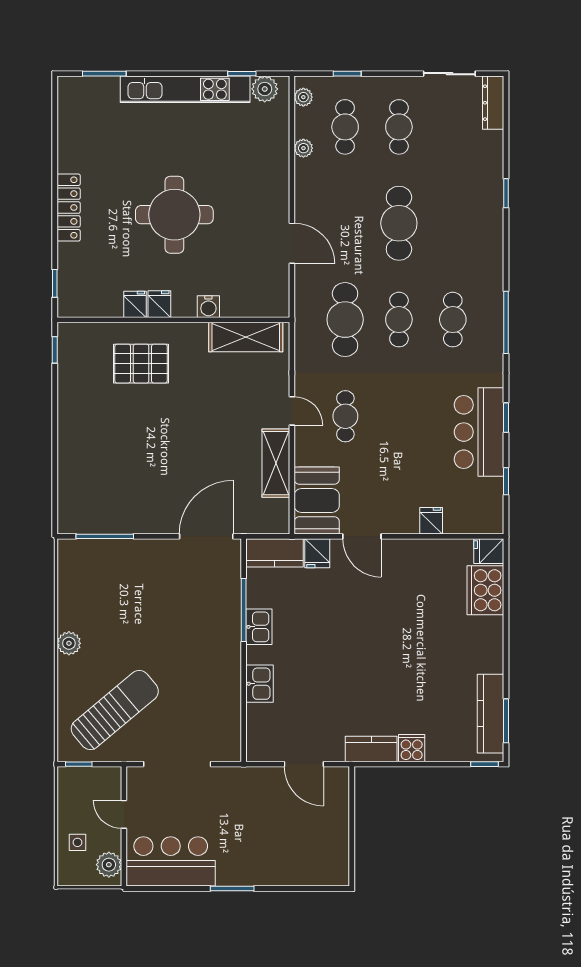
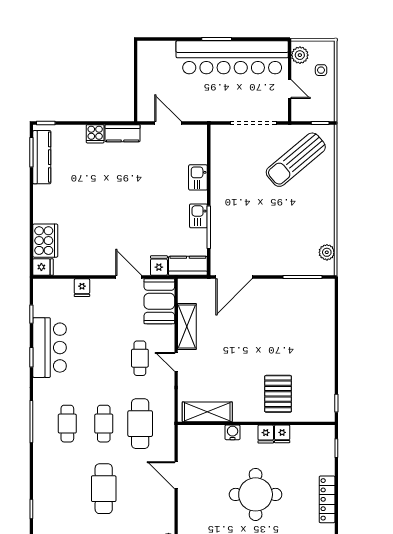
pallet: (141, 364) -> (278, 394), turned 90
plant: (69, 643) -> (327, 252), moved
bar counter: (171, 861) -> (232, 57), width x1.86

